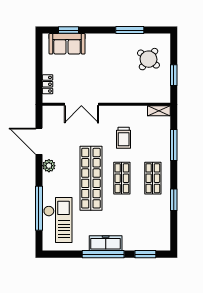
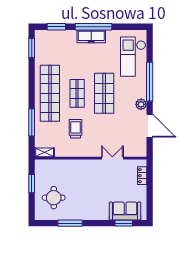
round table: (148, 59) -> (54, 198), turned -38
double door: (81, 104) -> (112, 158), width x0.73
shop shelf: (91, 178) -> (104, 93), width x0.71
shop shelf: (153, 178) -> (50, 93), width x2.00, depth x1.36
window: (174, 200) -> (32, 48), moved
window: (39, 208) -> (150, 82), moved

